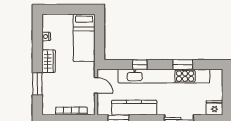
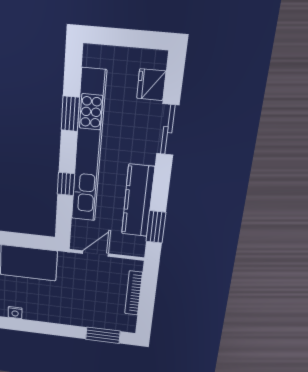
wardrobe: (49, 61) -> (53, 314), removed
window: (37, 84) -> (103, 335), moved
fridge: (214, 108) -> (151, 85), moved

